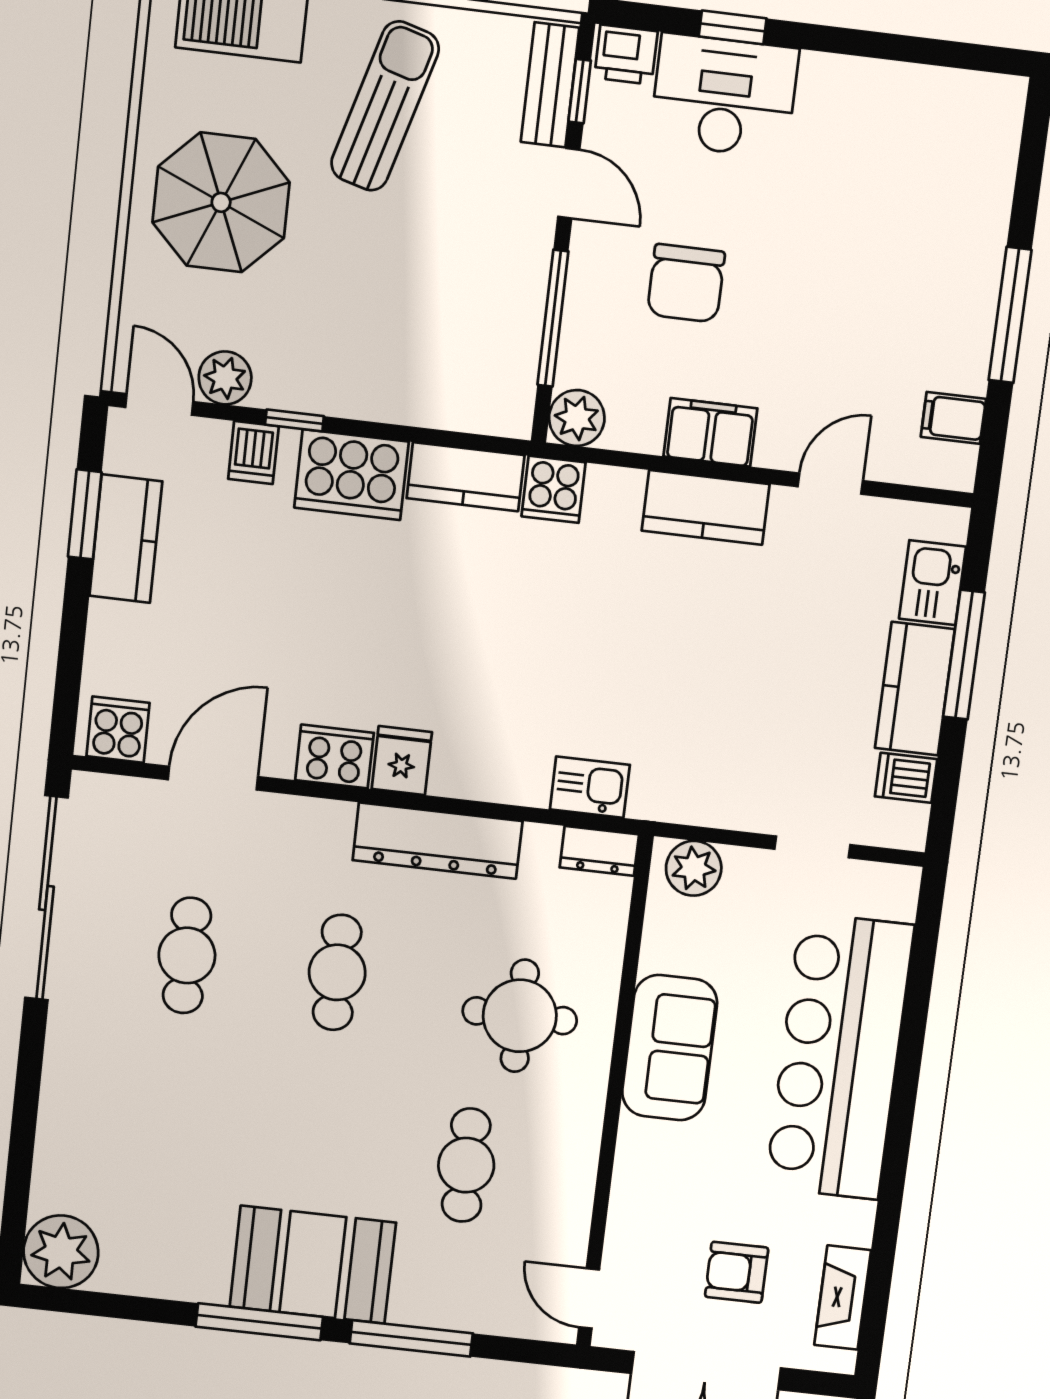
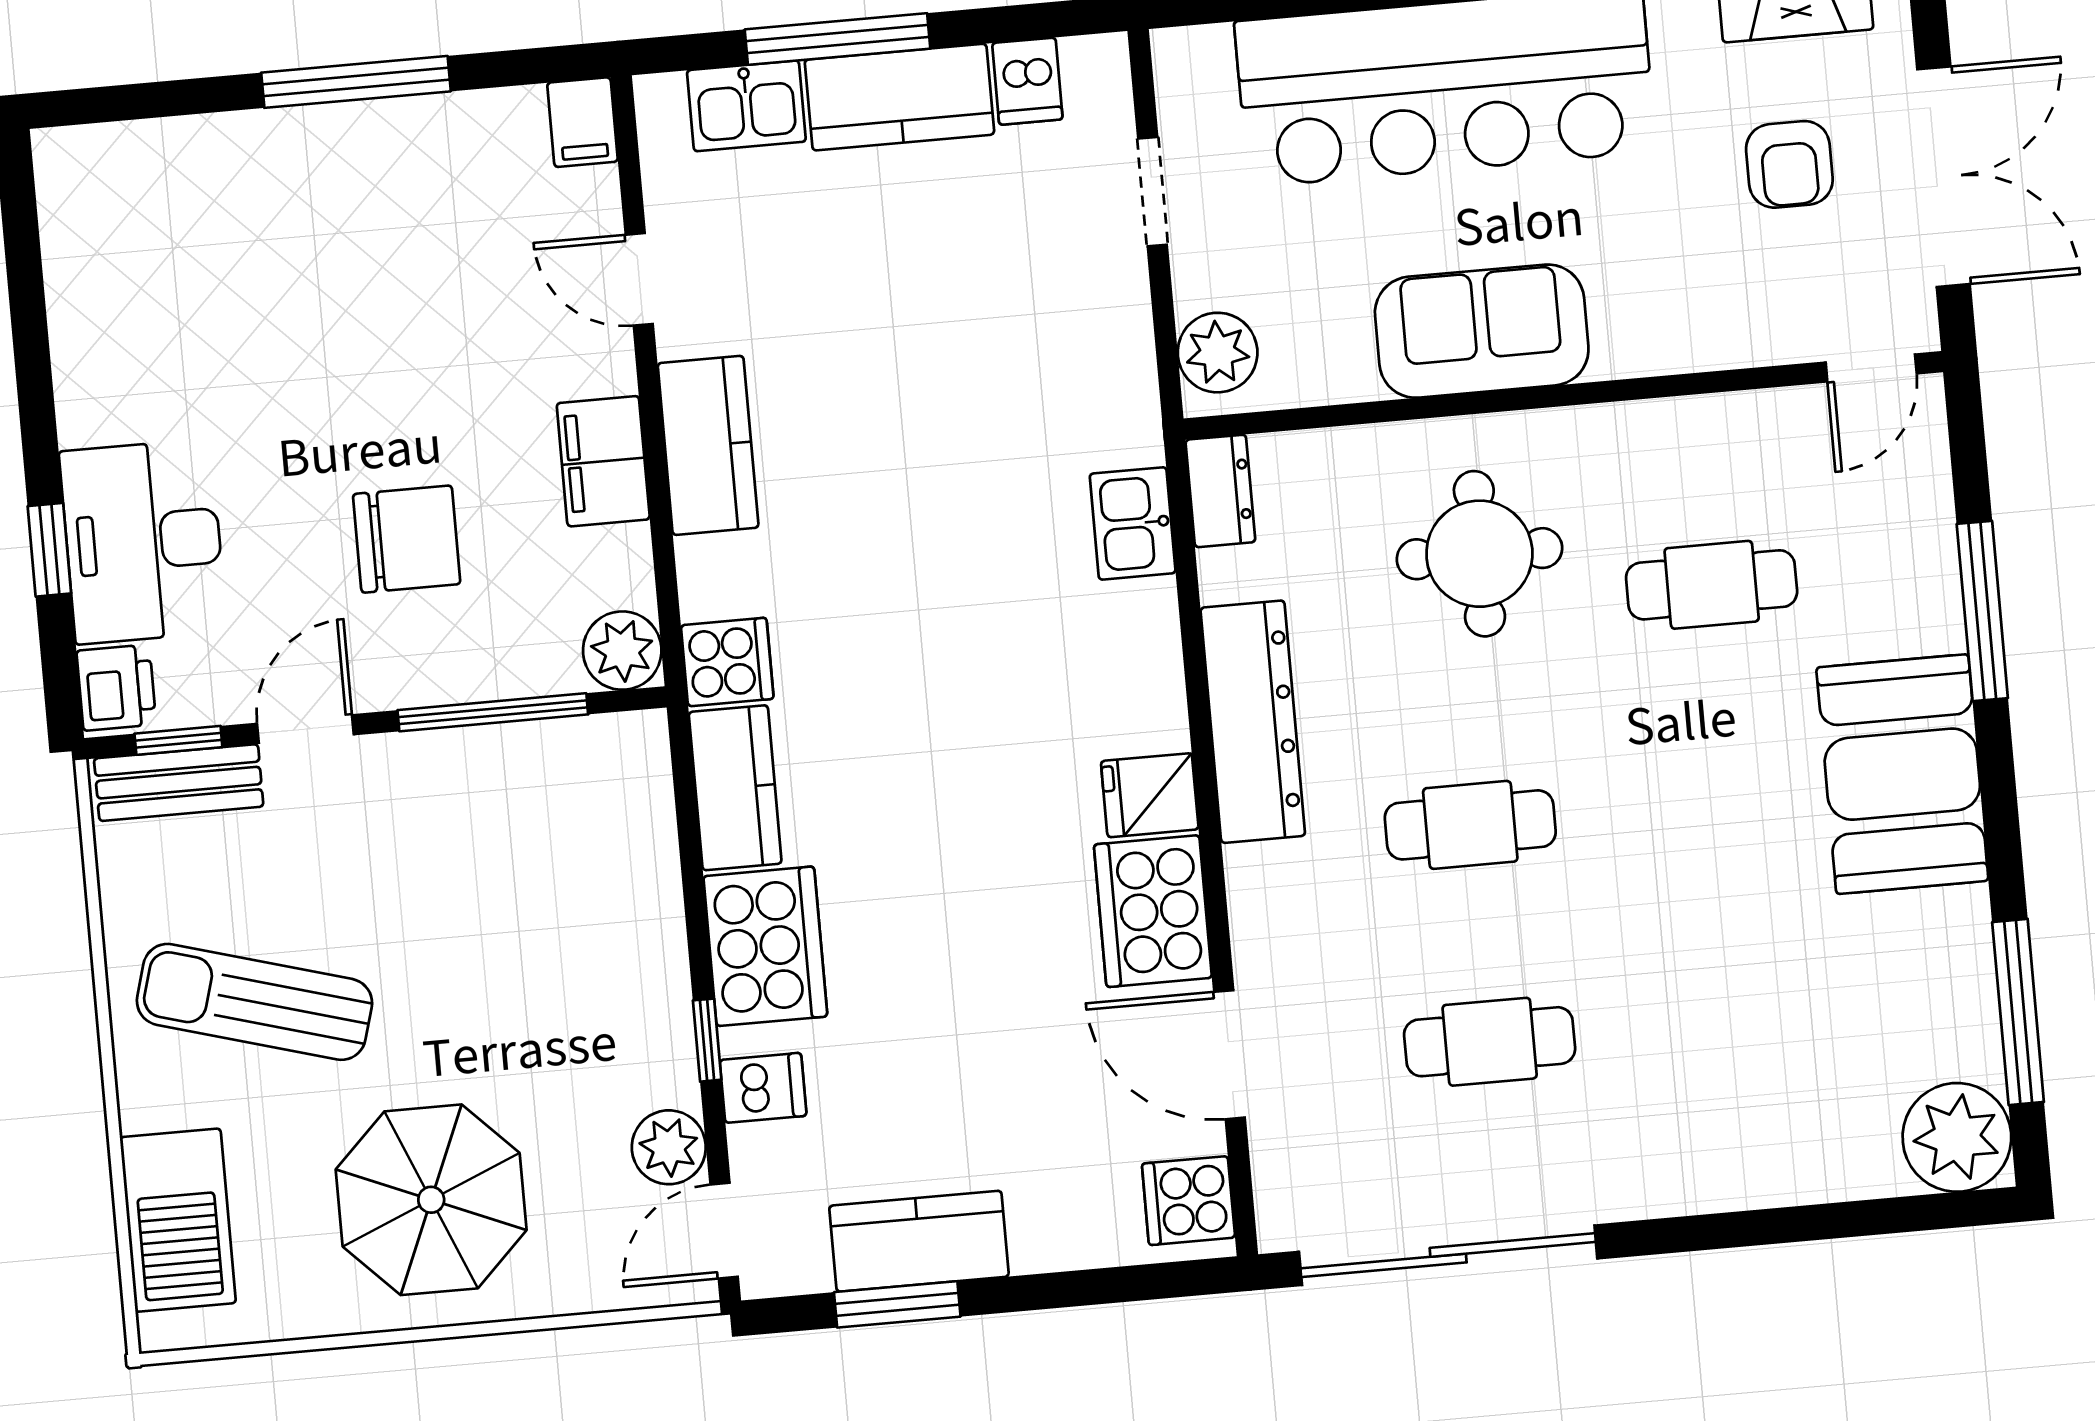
filing cabinet: (953, 418) -> (583, 122), moved
cooker: (334, 757) -> (1153, 911), width x1.37, depth x1.31
window: (259, 1322) -> (2018, 1012), moved

